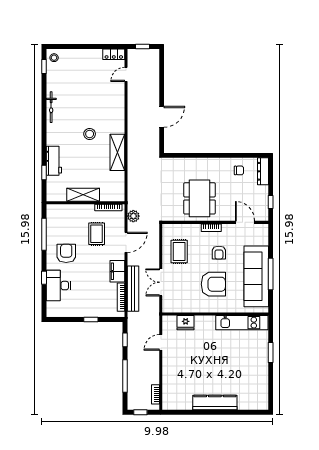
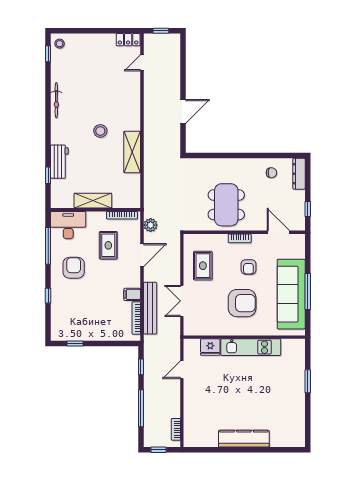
filing cabinet: (117, 271) -> (132, 294), width x0.50
desk: (58, 286) -> (68, 225), moved, turned 90
window: (91, 319) -> (75, 344), moved
kitchen unit: (242, 323) -> (251, 347), moved

